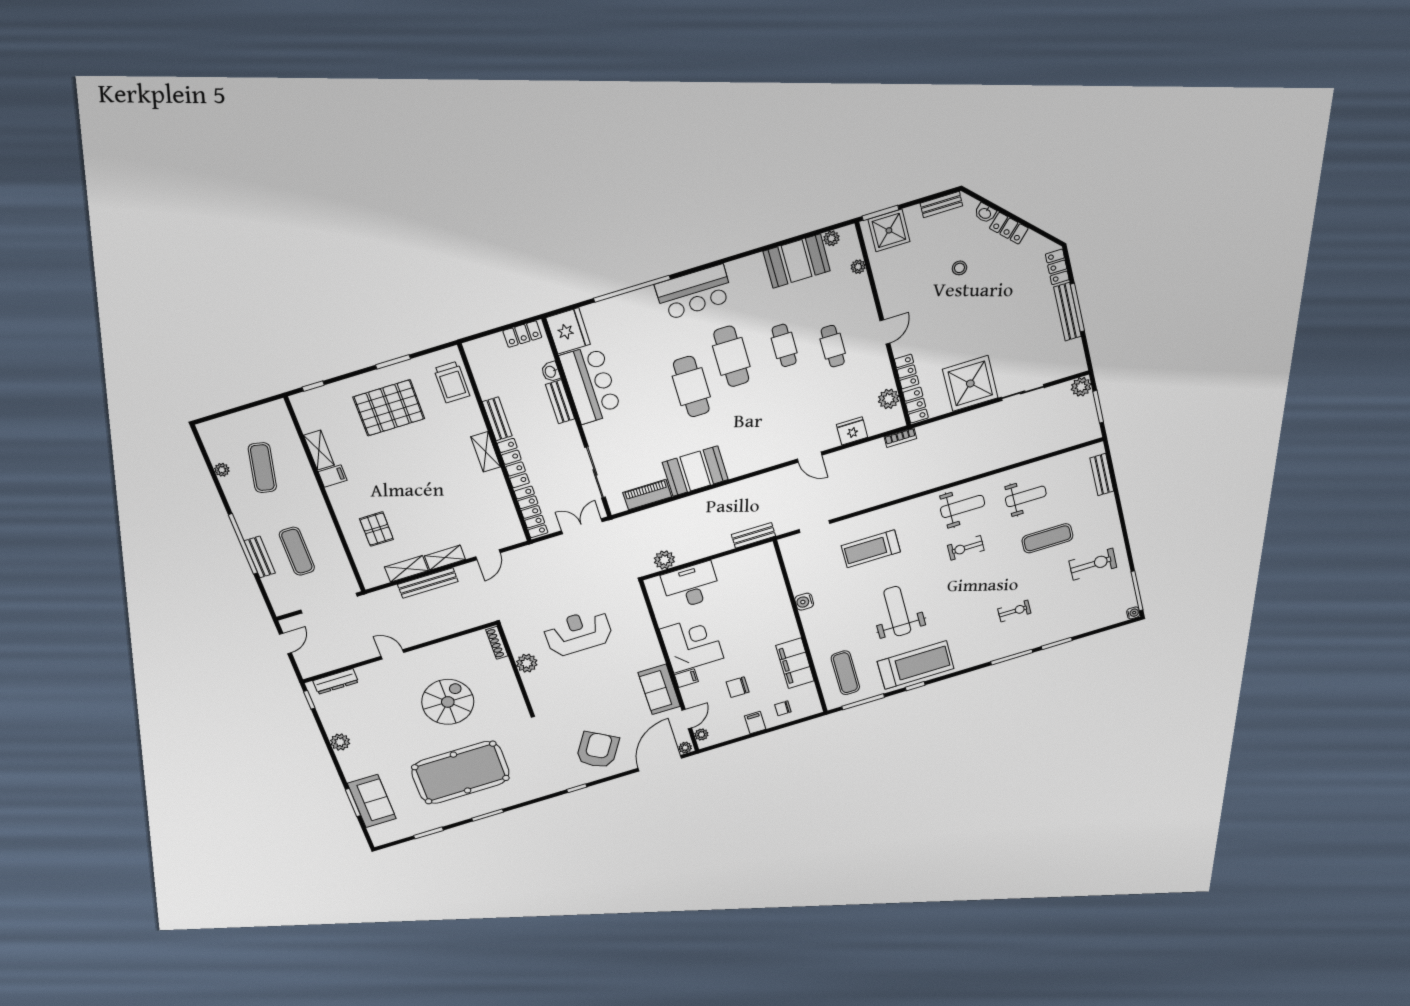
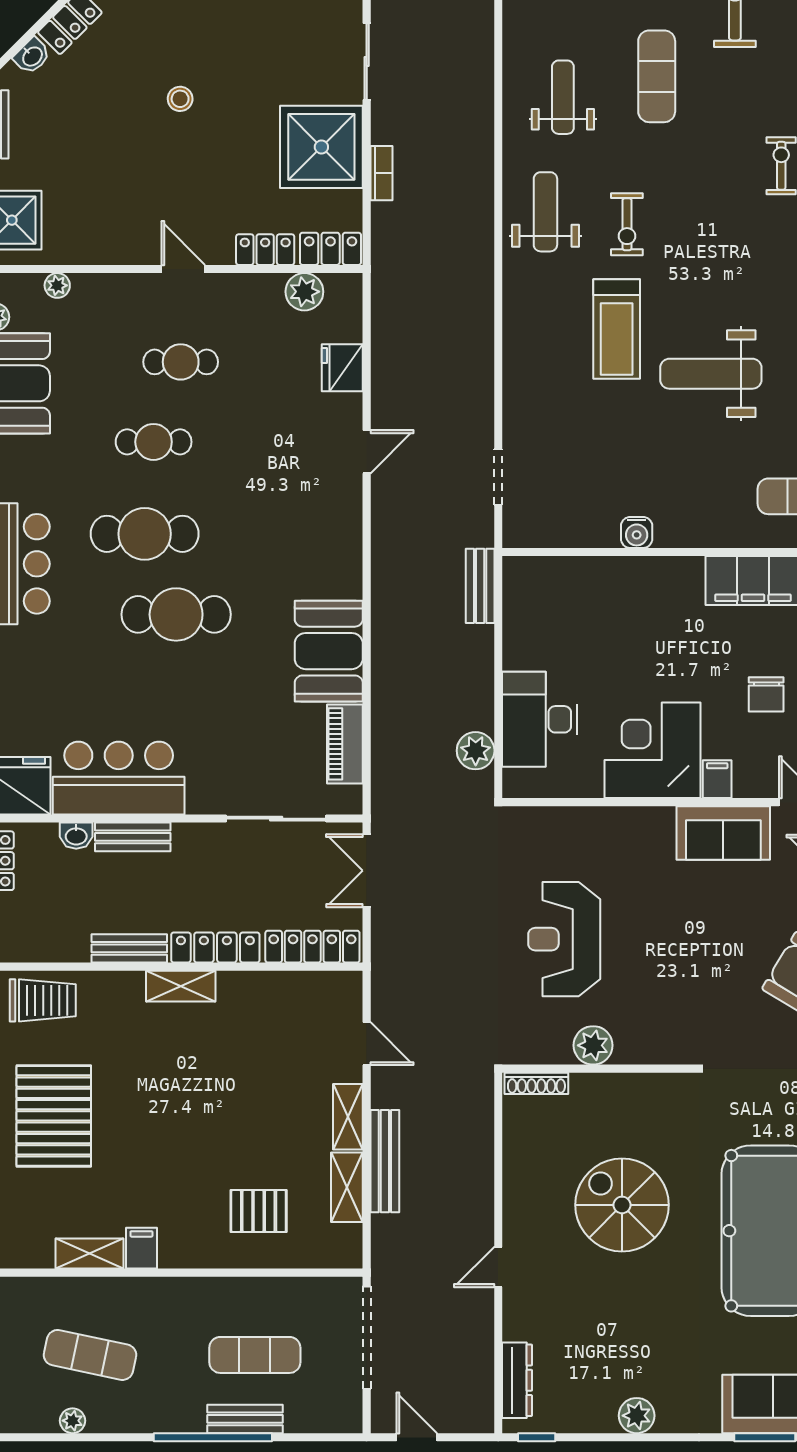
stool: (959, 268) -> (180, 99), moved
bookcase: (900, 438) -> (381, 173), moved
treadmill: (871, 549) -> (617, 329), moved

